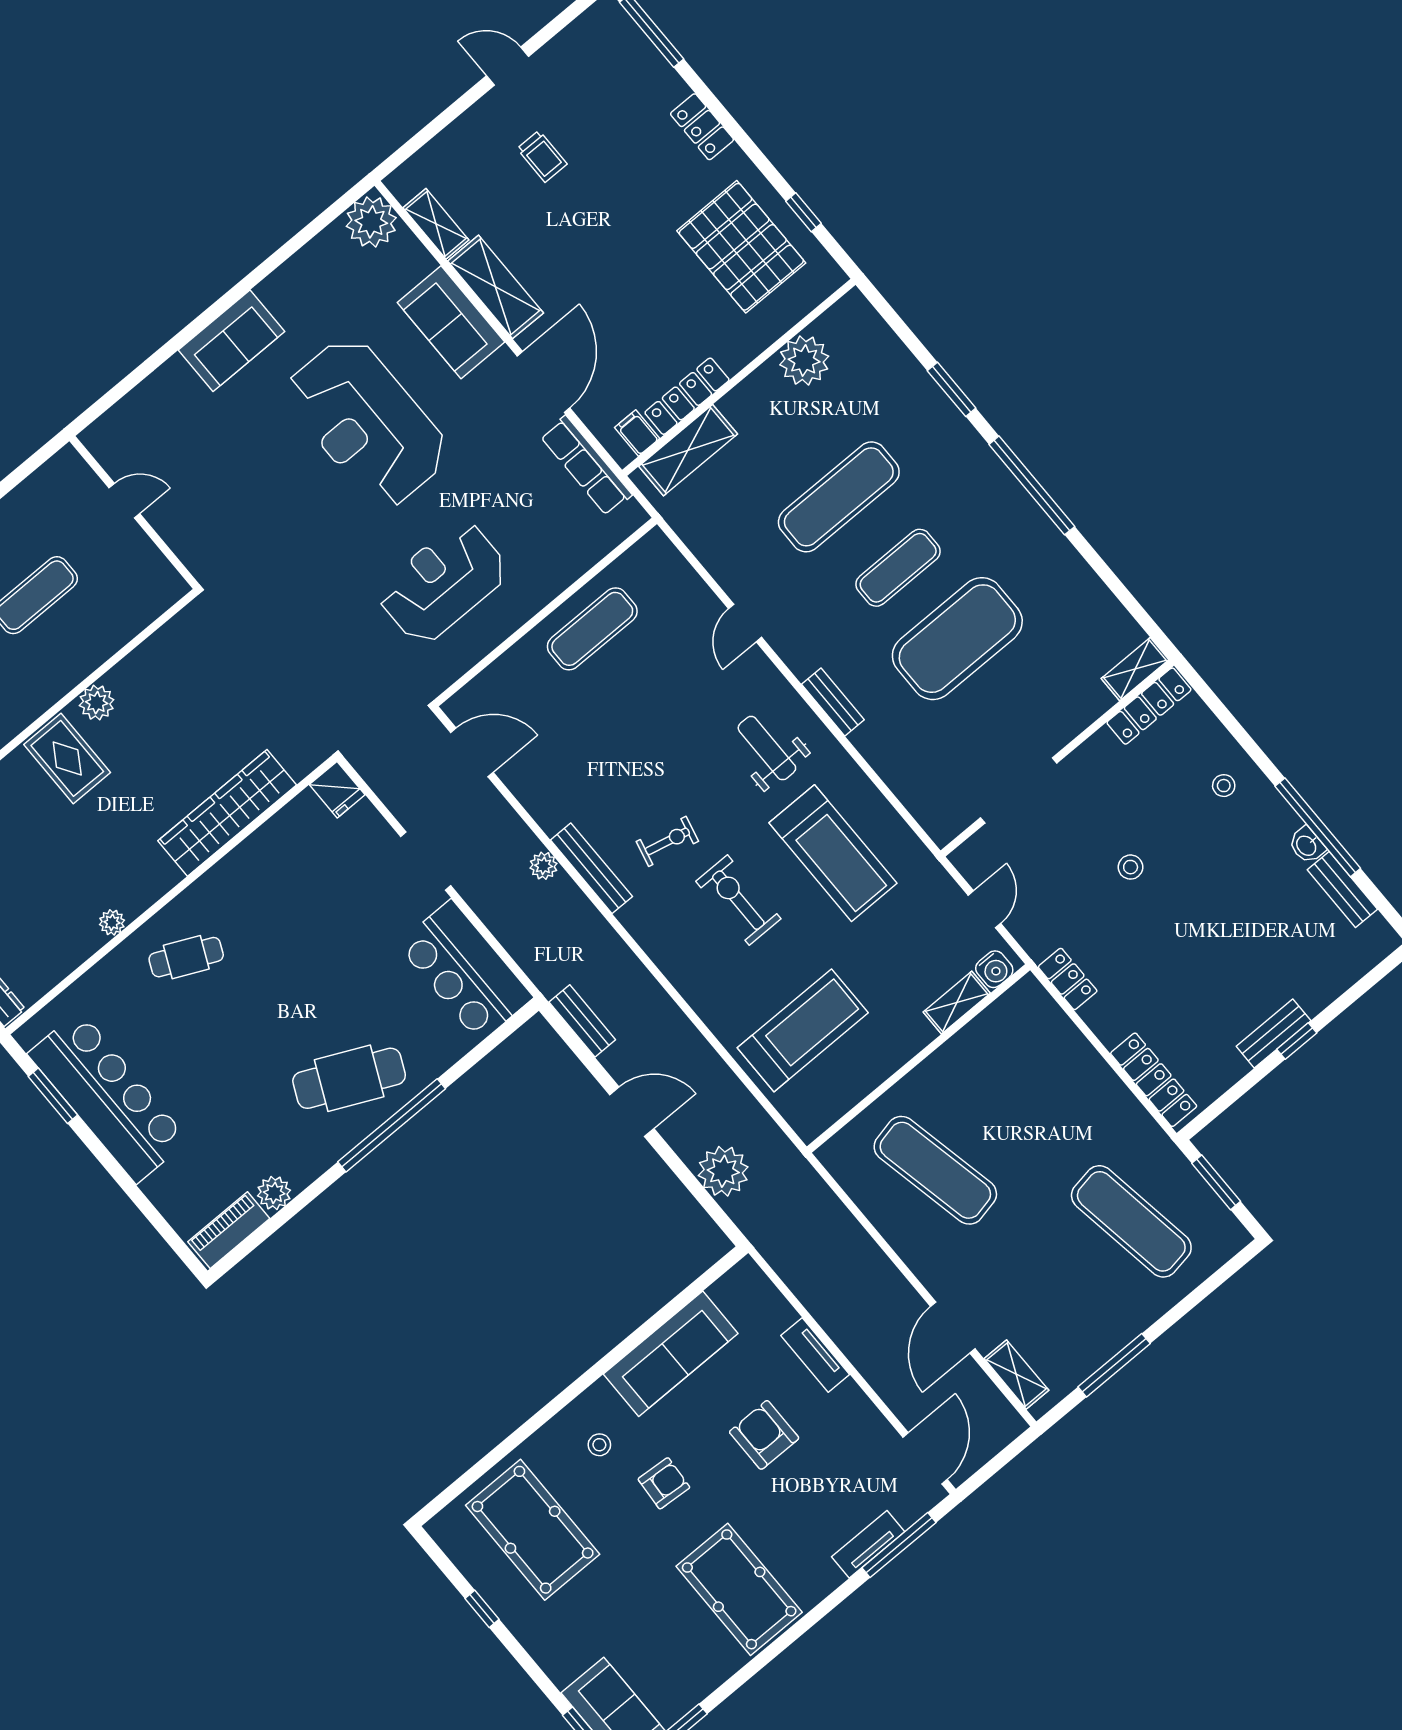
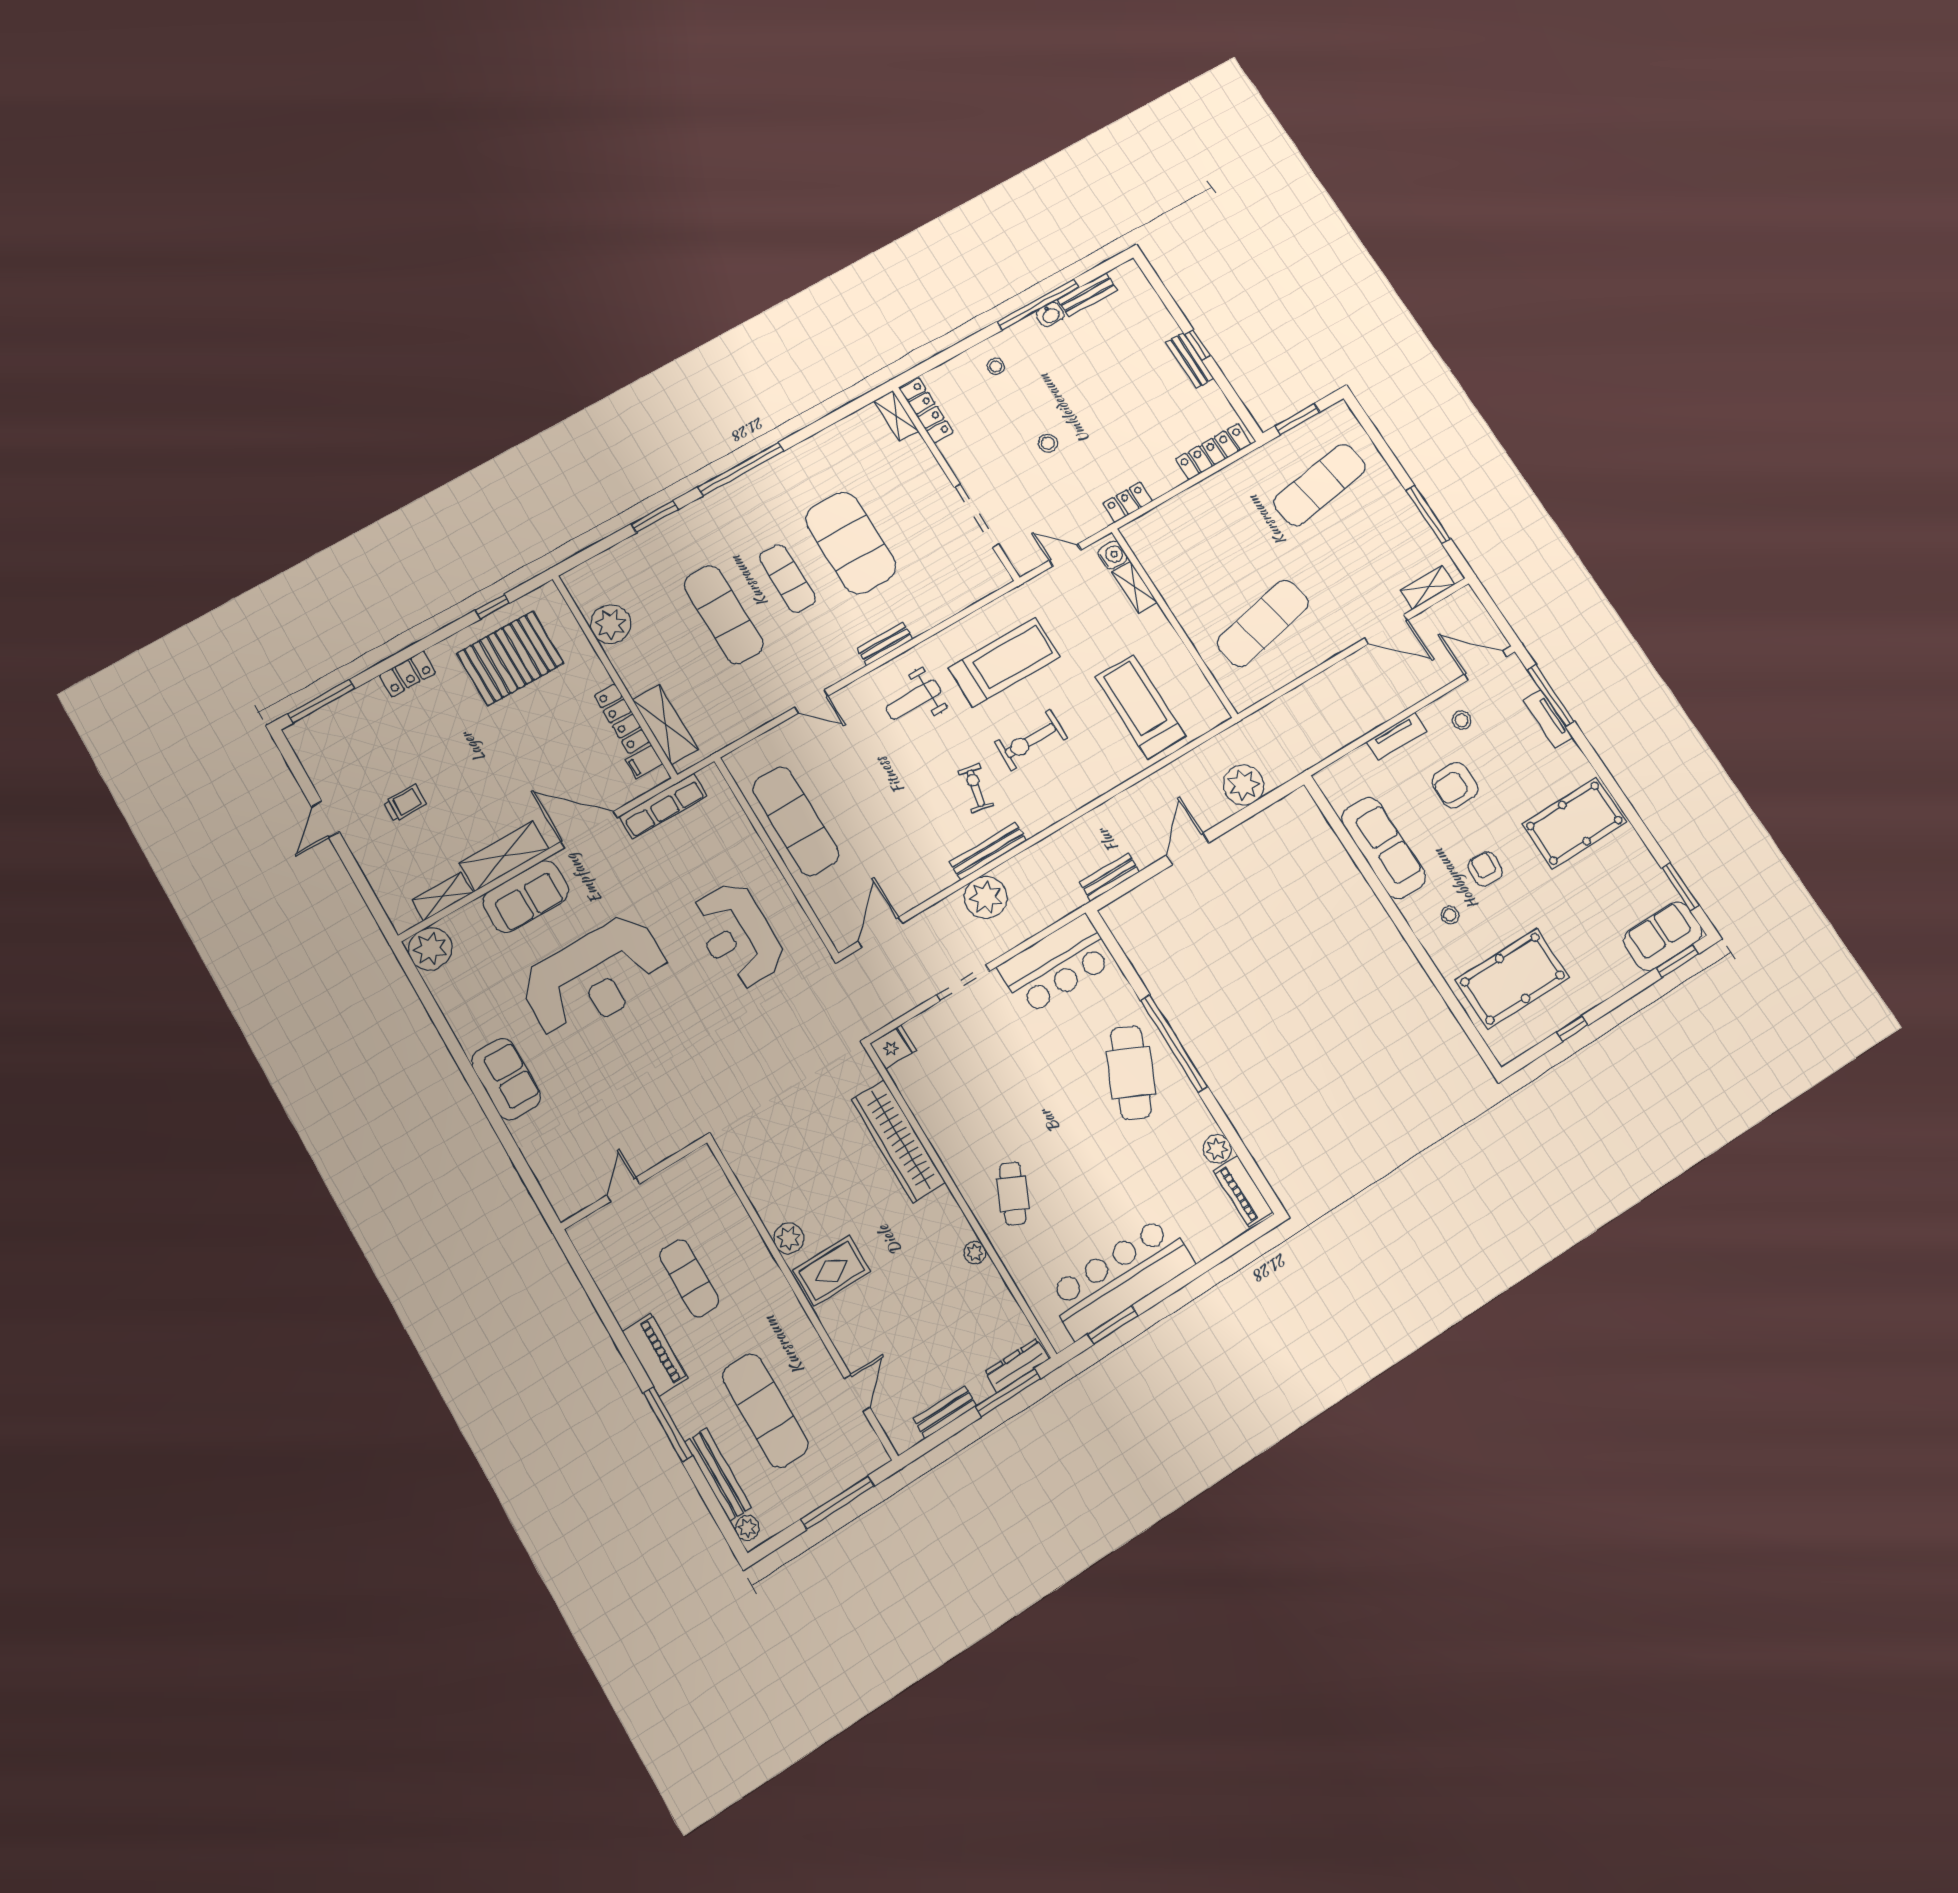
exercise mat: (592, 629) -> (796, 821), width x1.36, depth x1.45
plant: (543, 866) -> (986, 897), width x1.88, depth x1.88
stool: (849, 1435) -> (1461, 720), added

